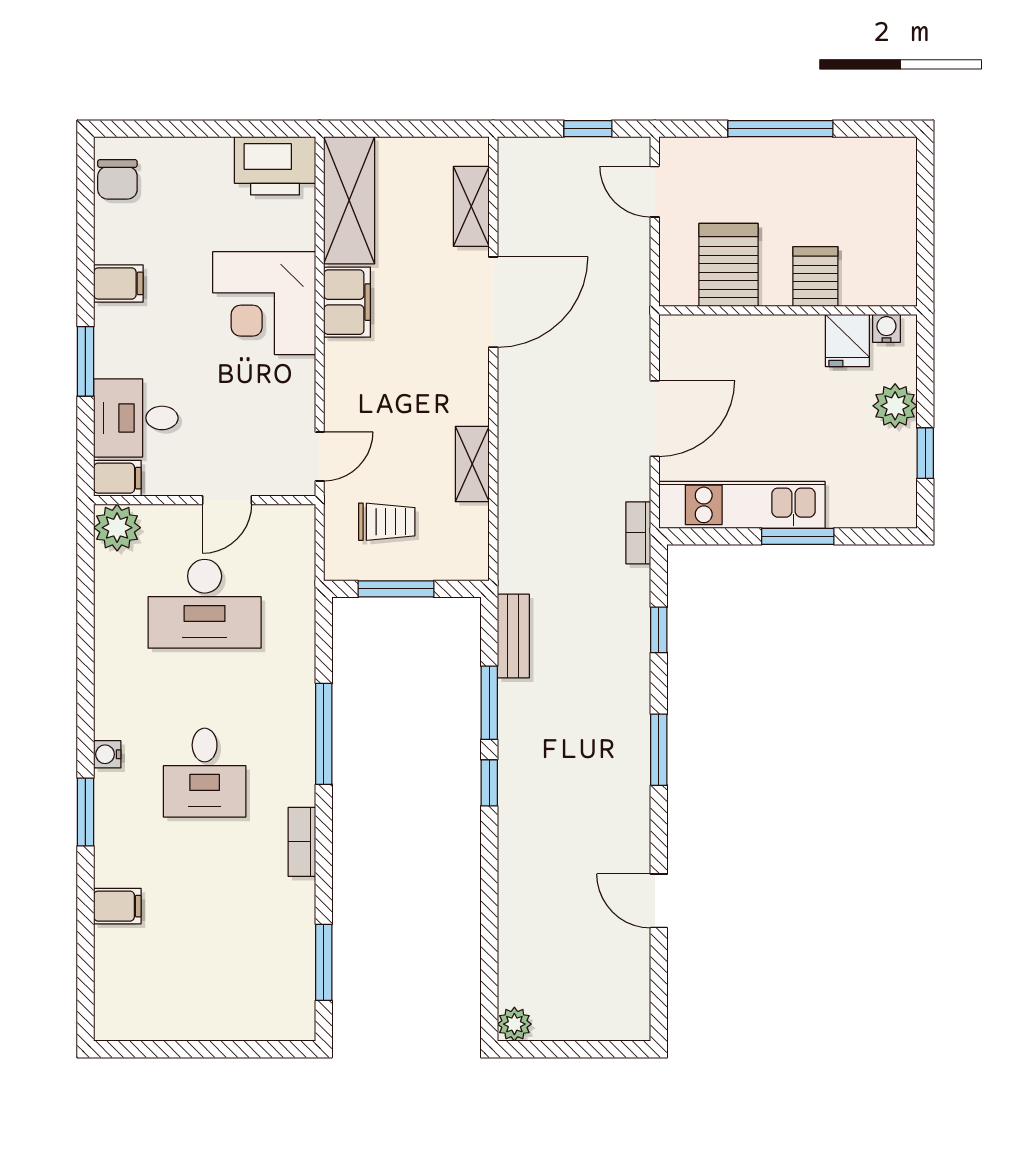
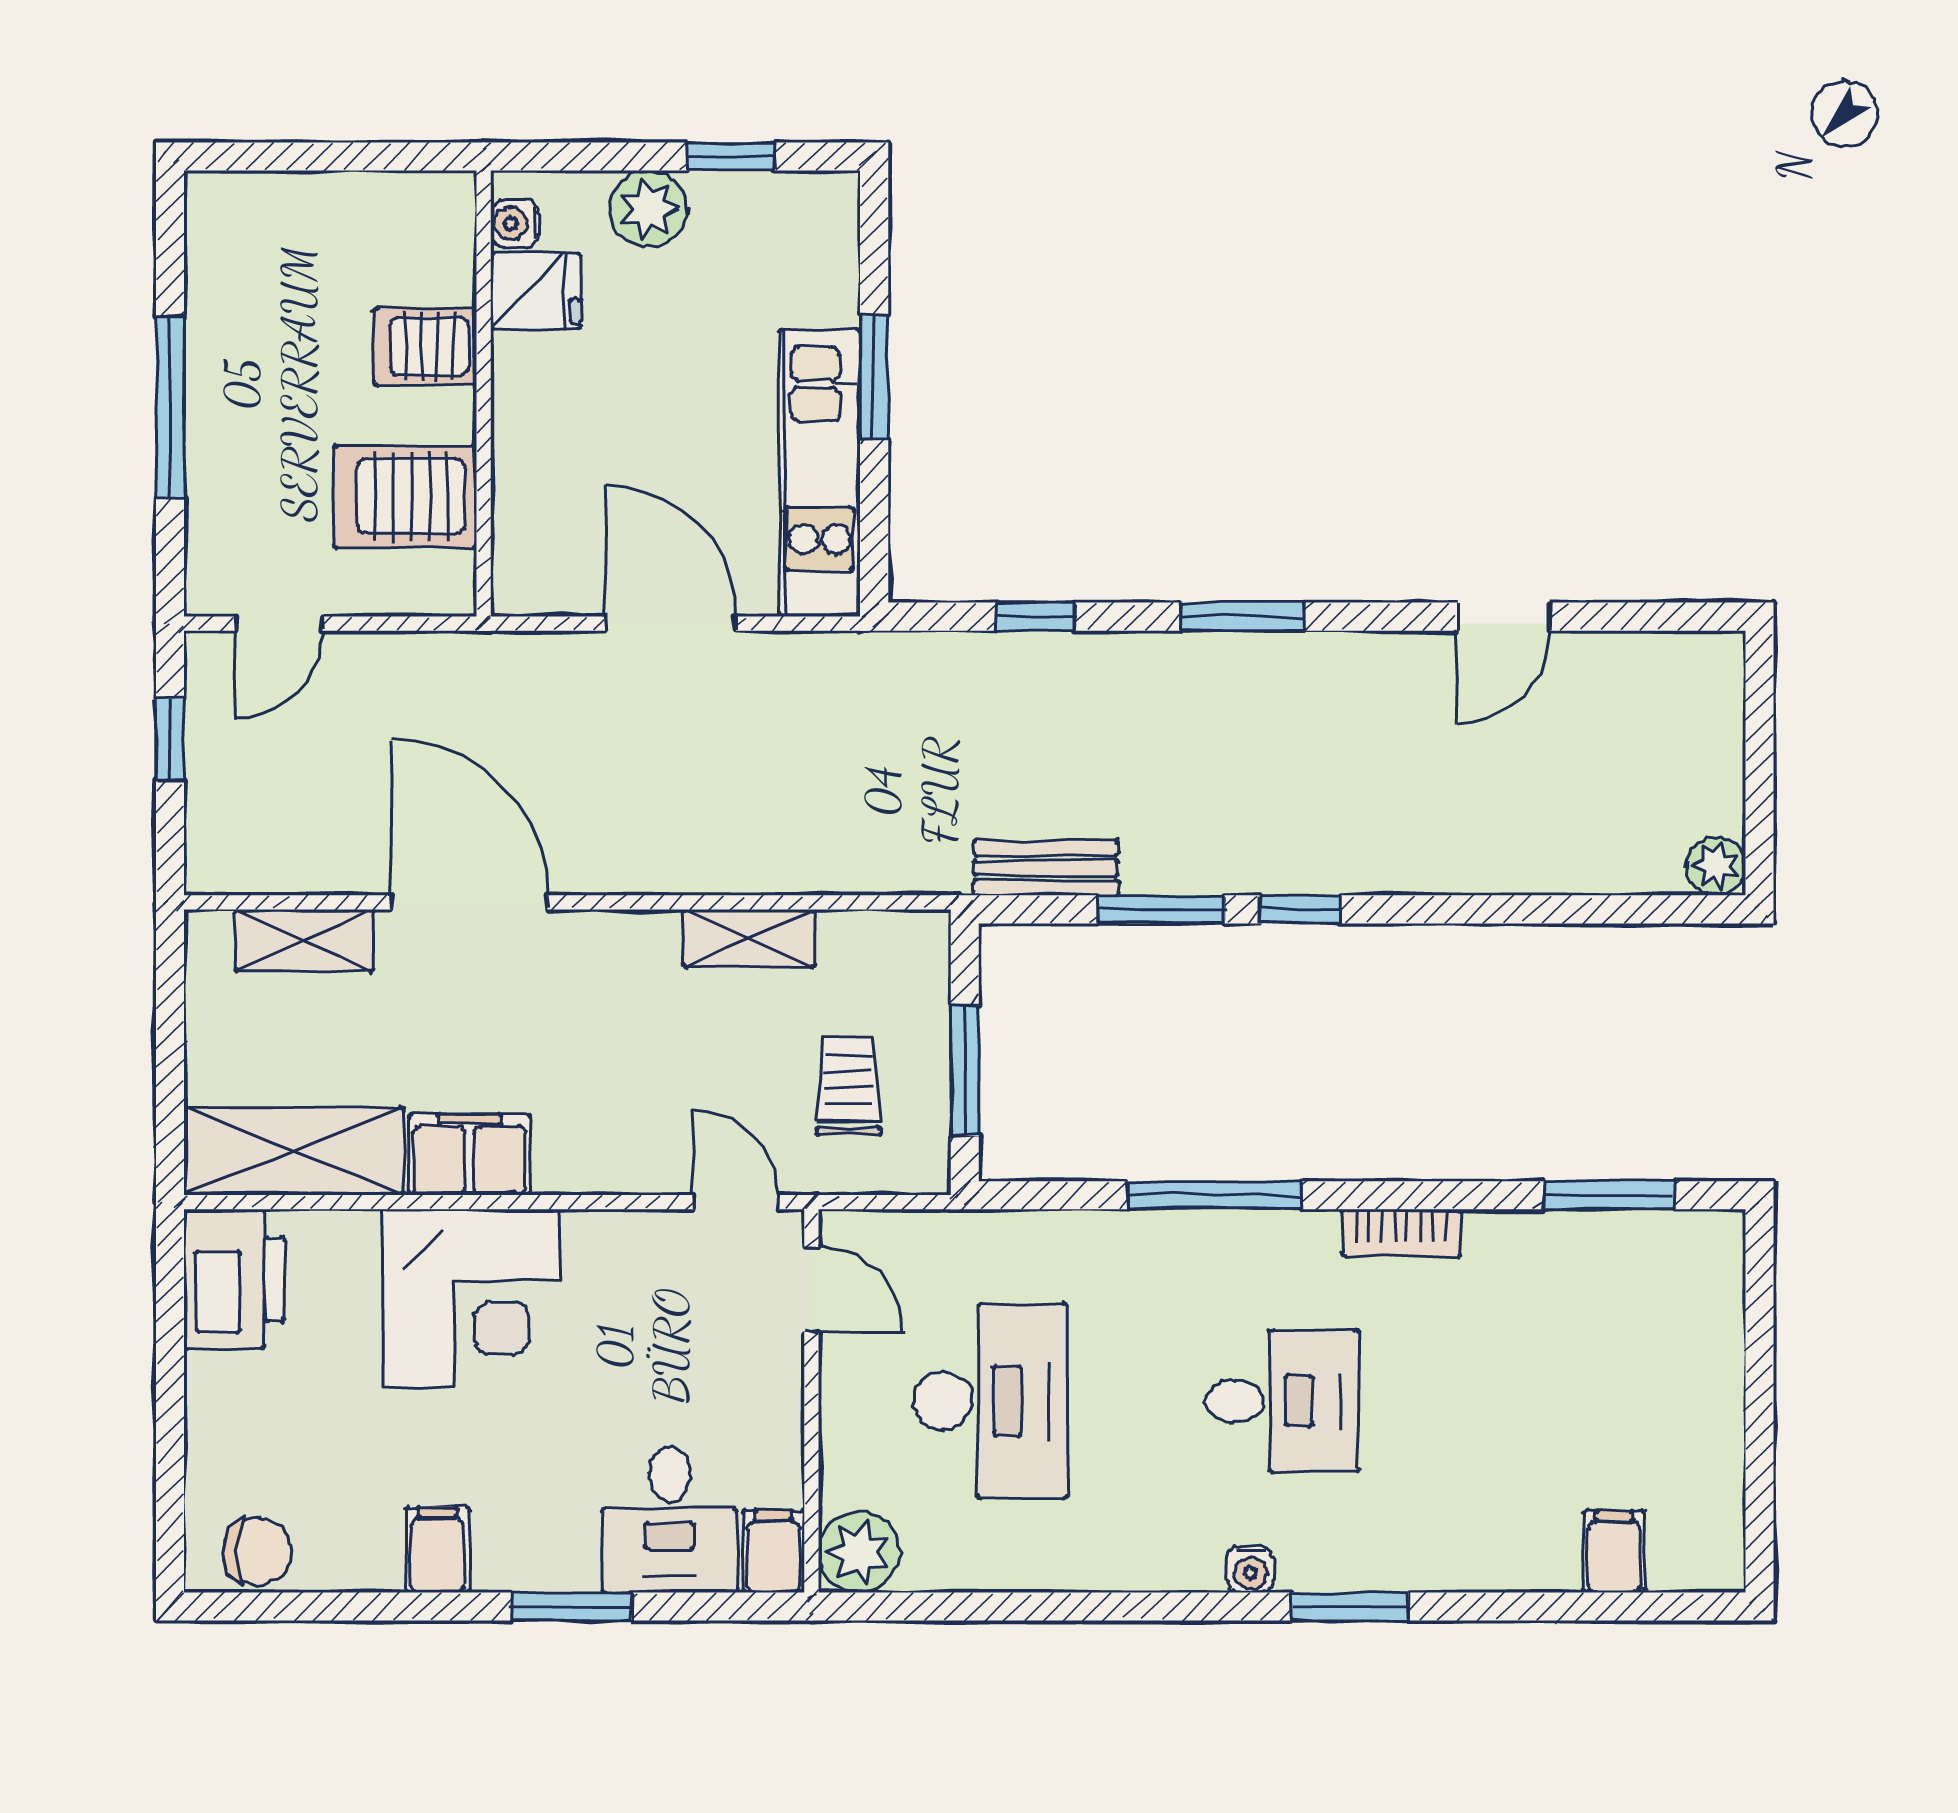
door: (227, 500) -> (811, 1289), moved
bookcase: (638, 533) -> (868, 652), removed
filing cabinet: (117, 906) -> (1614, 1552), moved

